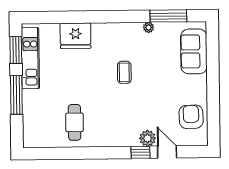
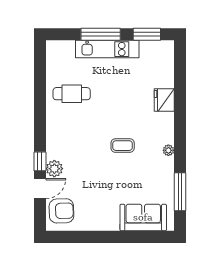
plant: (148, 27) -> (168, 150), moved
fridge: (76, 36) -> (164, 100), width x0.73, depth x0.75
kitchen unit: (30, 58) -> (107, 49), moved
armchair: (191, 117) -> (61, 211), moved

